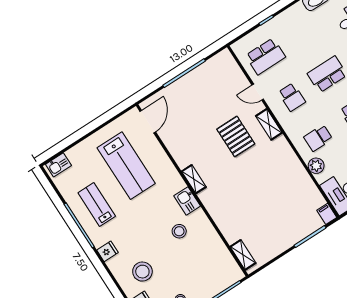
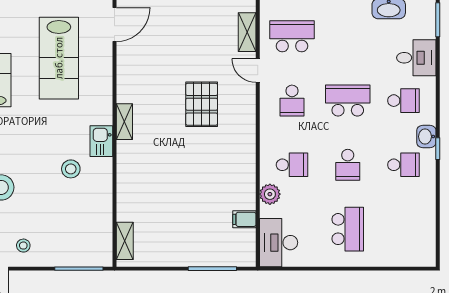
school desk: (265, 56) -> (292, 36), turned 180
shelving: (269, 124) -> (247, 32), moved
school desk: (318, 138) -> (292, 165), turned 180
filing cabinet: (327, 214) -> (244, 219), moved, turned -90

